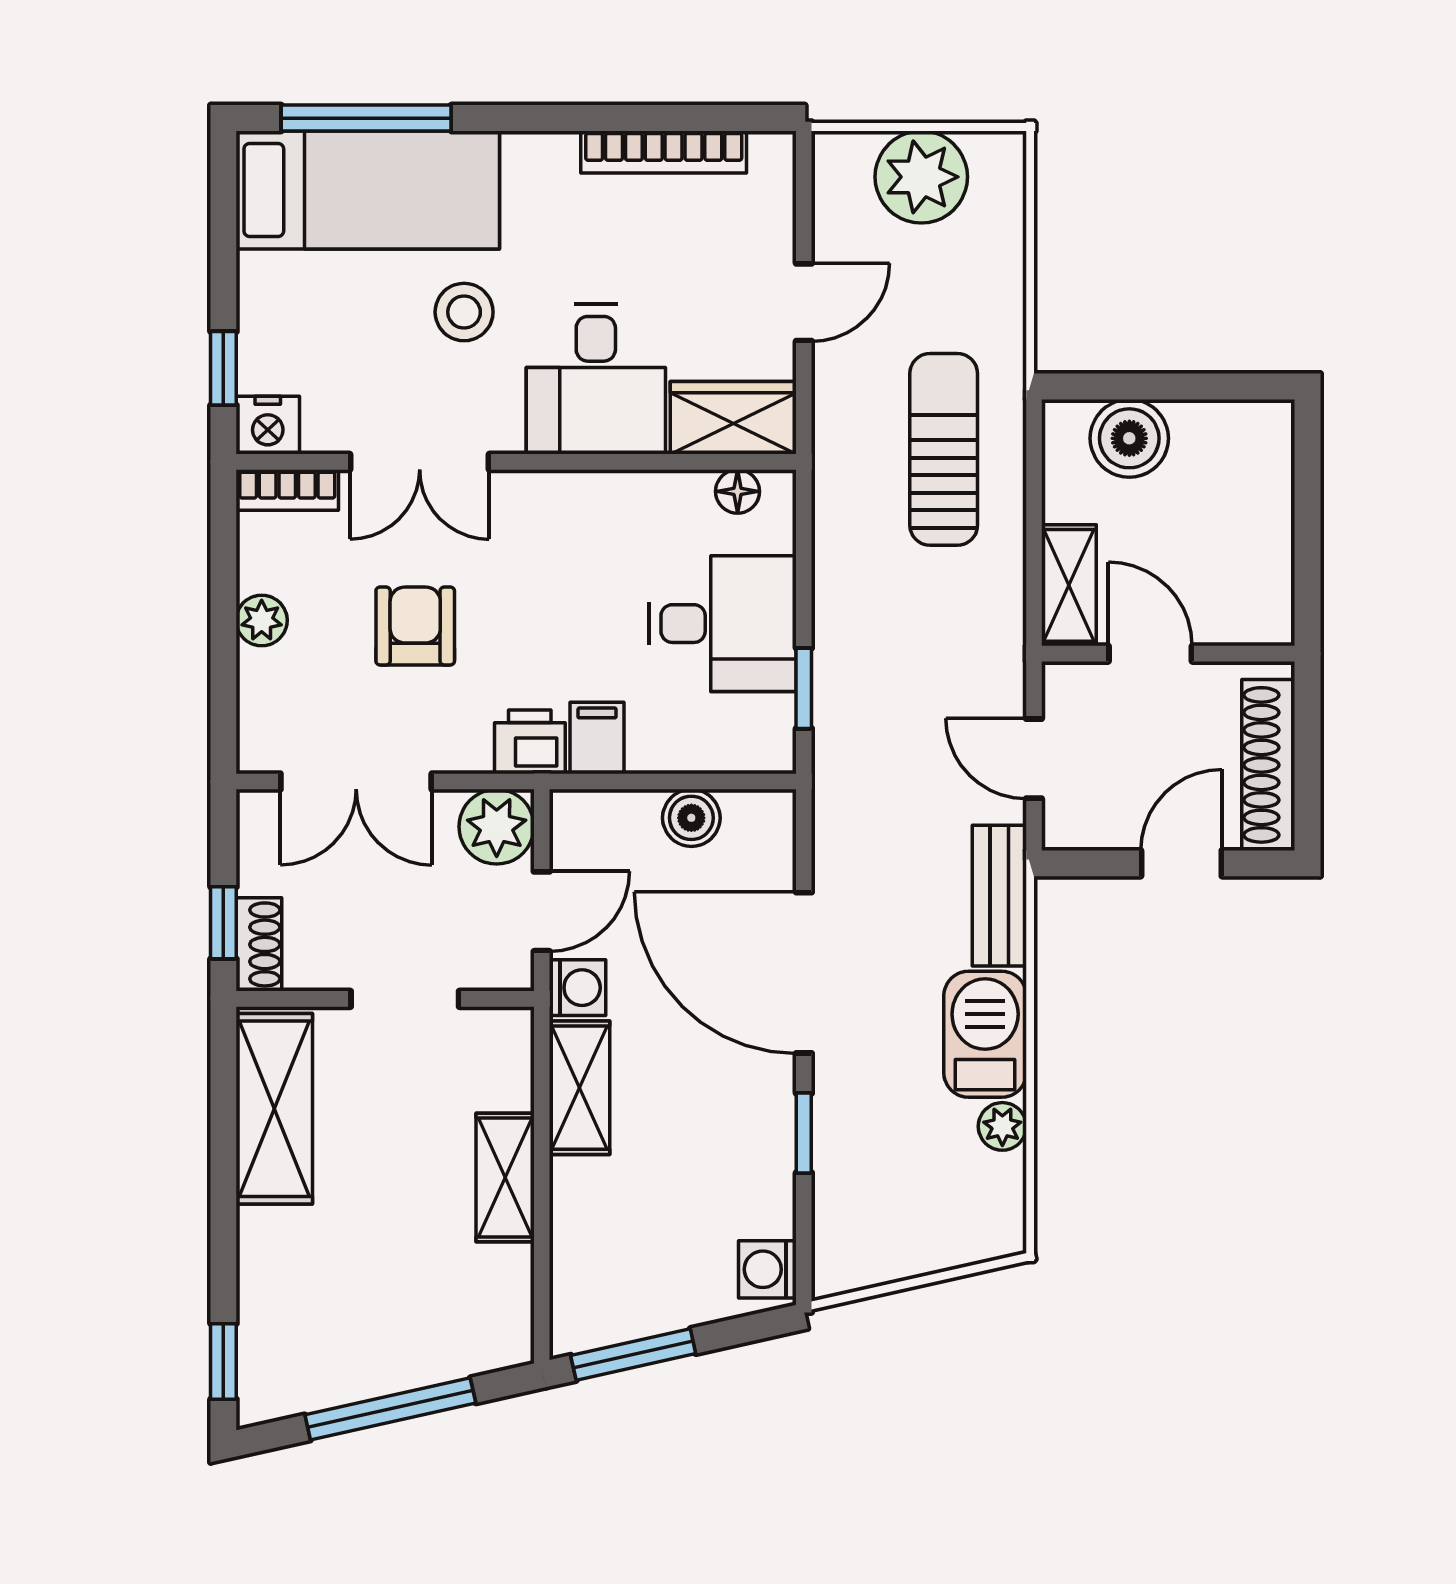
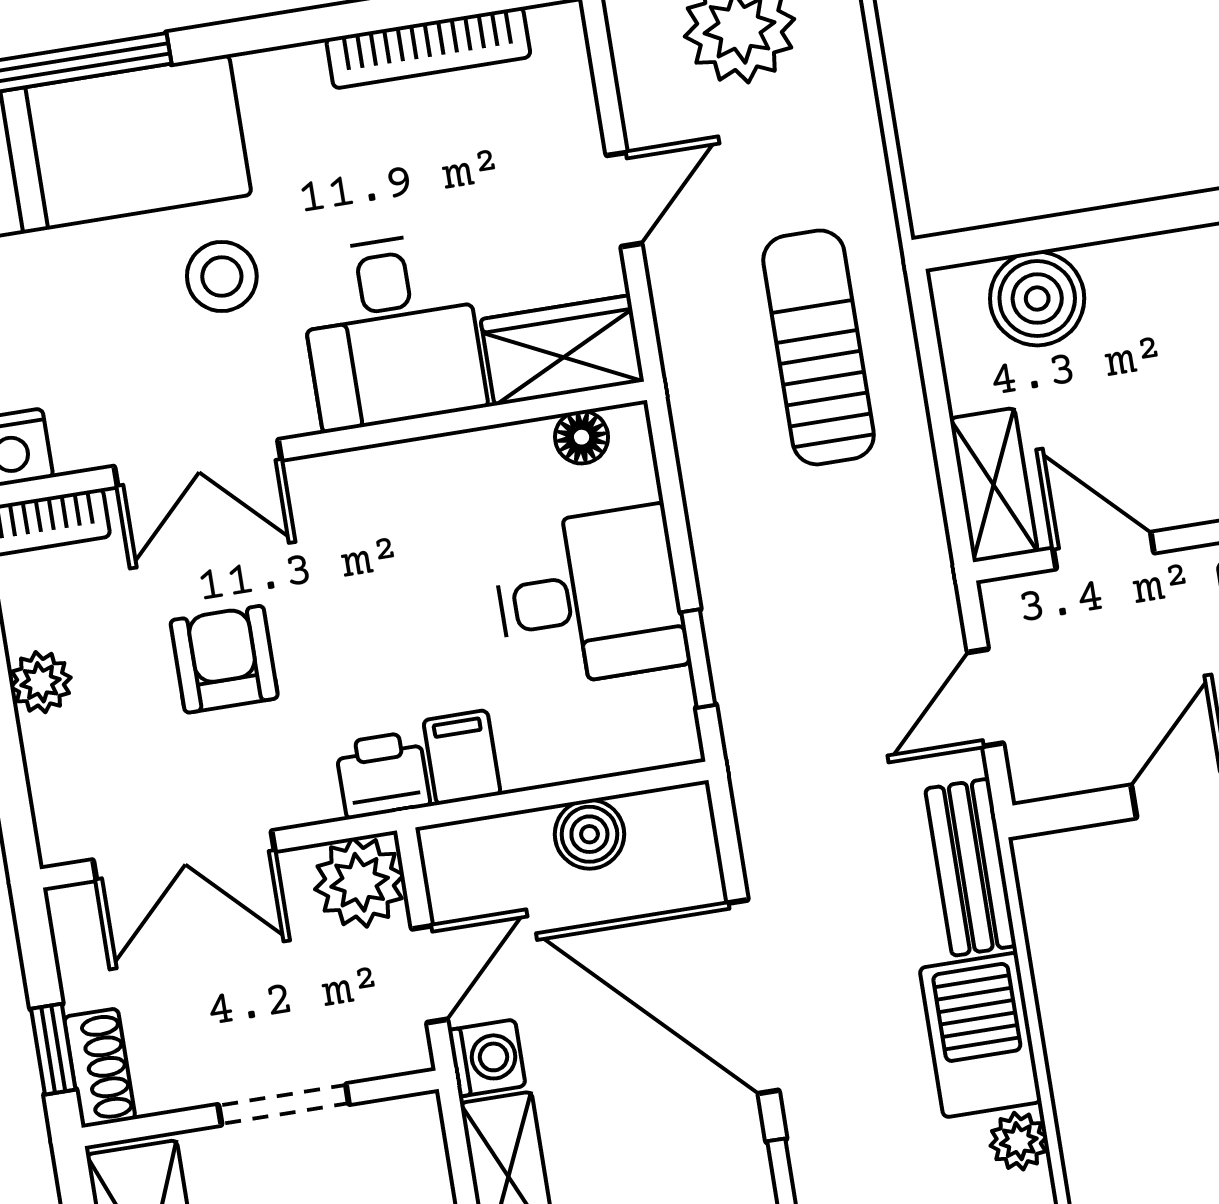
door: (1034, 759) -> (985, 698), hinge flipped

